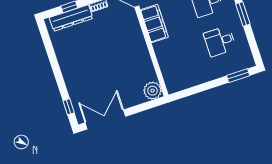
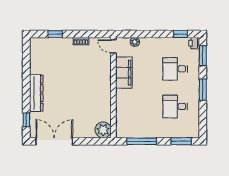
dresser: (71, 18) -> (36, 93), moved, turned -90
window: (197, 89) -> (142, 141), added

